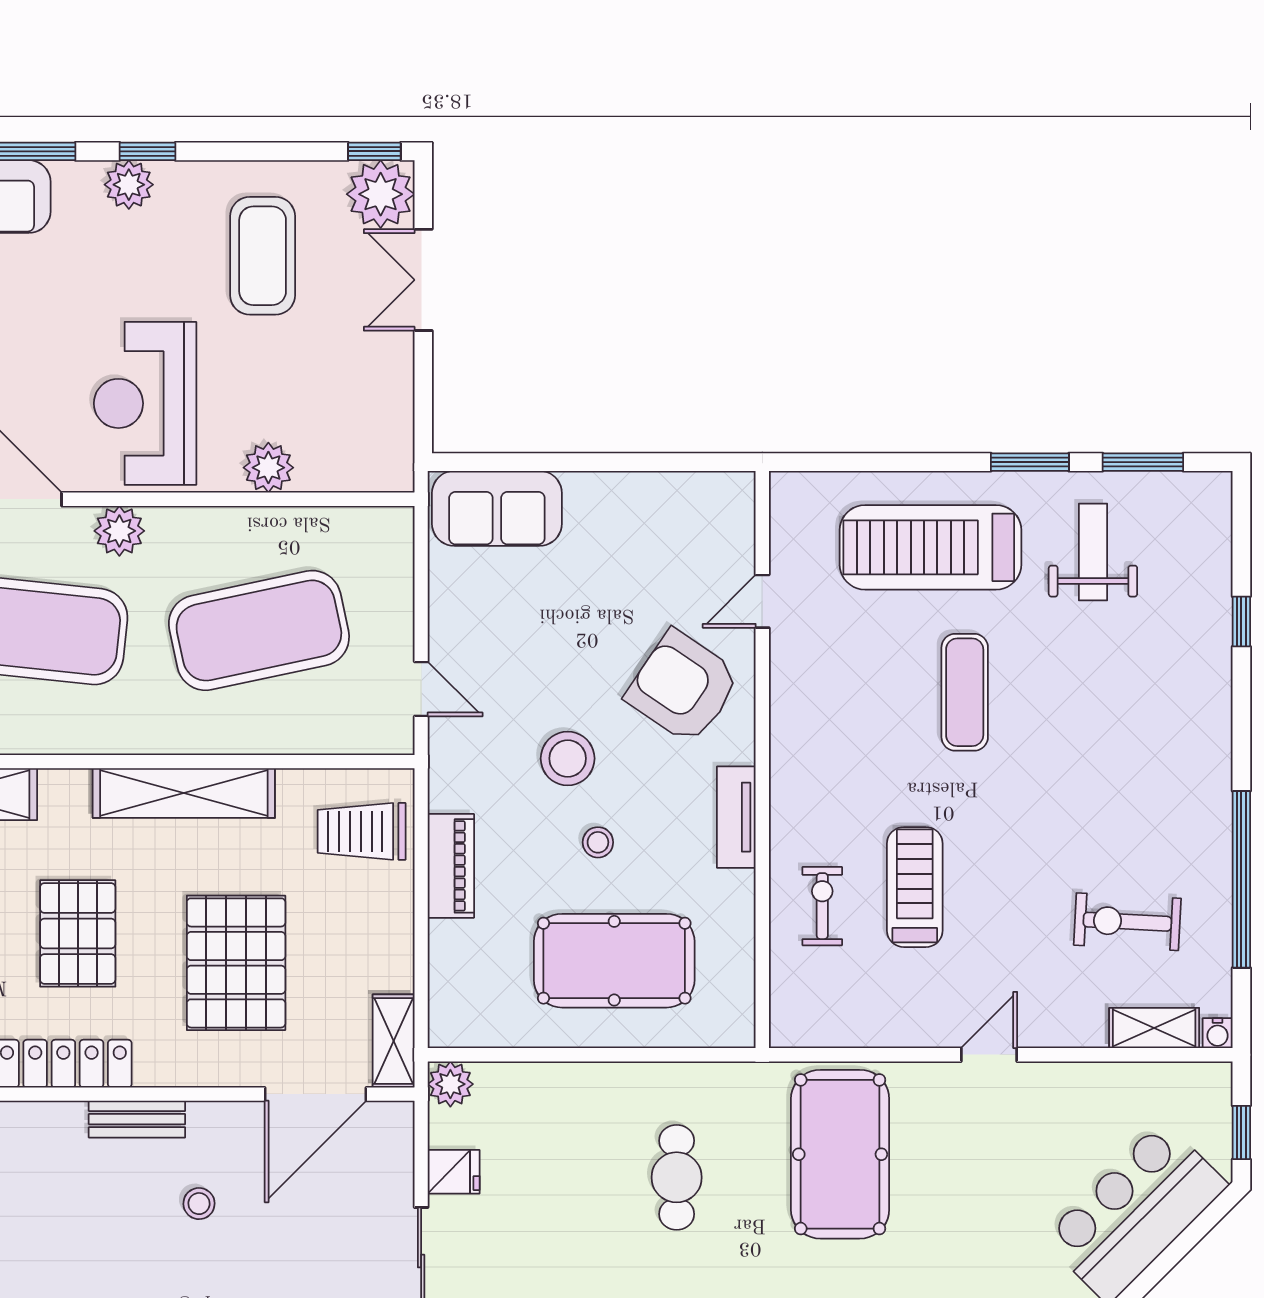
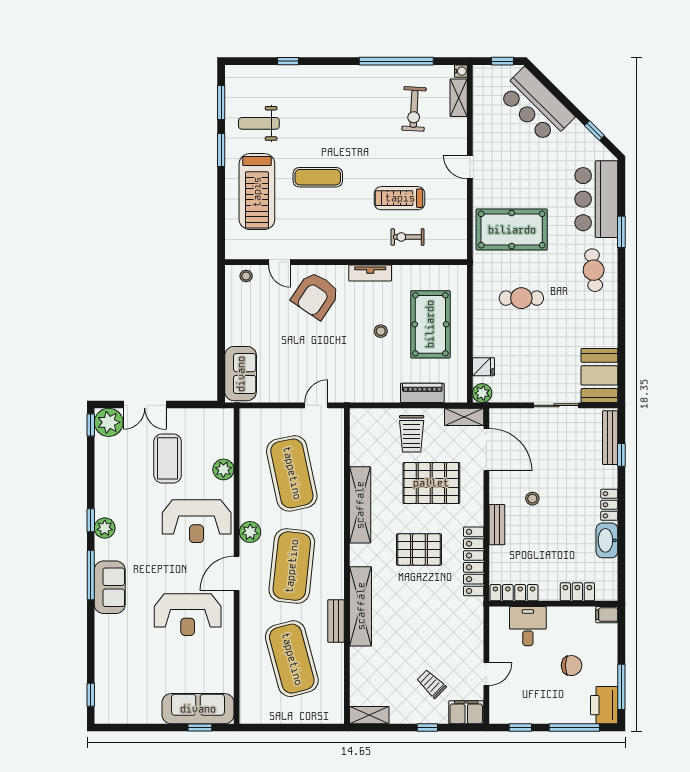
coffee table: (263, 256) -> (168, 458), moved, turned 90
stool: (568, 758) -> (246, 276), moved, width x0.53, depth x0.53
trolley: (362, 831) -> (412, 434), moved
piano: (451, 866) -> (422, 393), moved
fridge: (454, 1172) -> (484, 367), moved, turned 90

